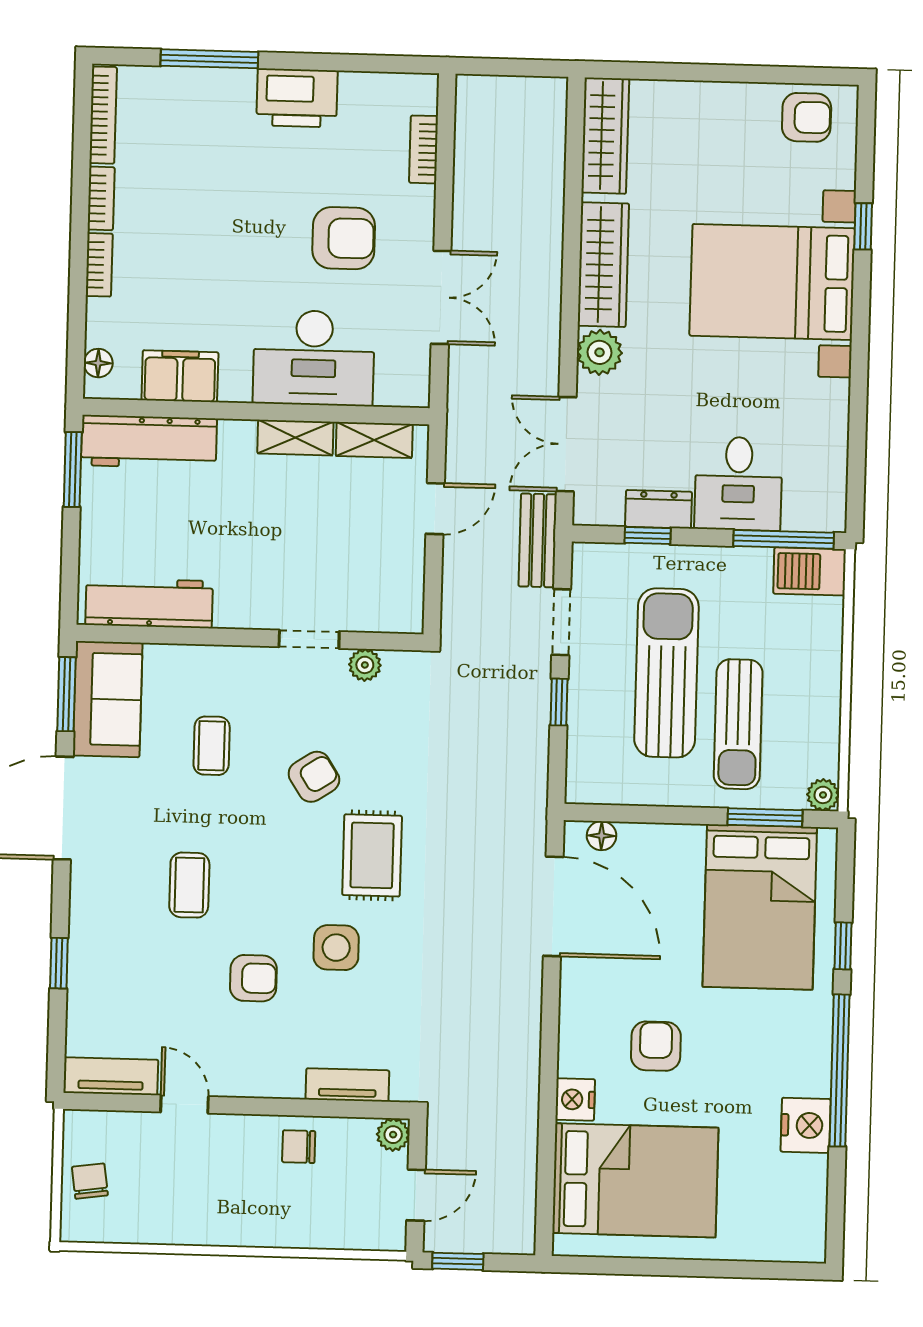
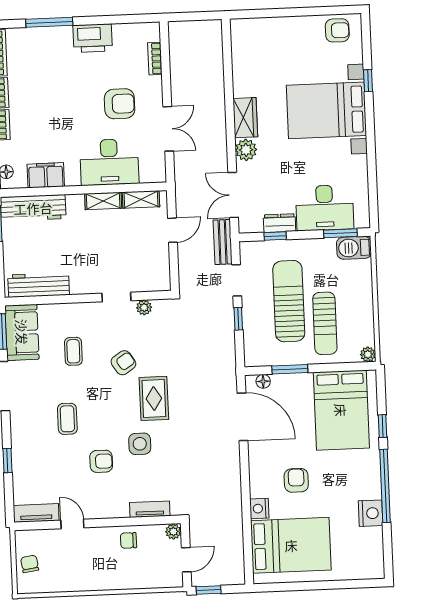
wardrobe: (605, 136) -> (241, 46), removed
wardrobe: (603, 265) -> (245, 118), width x0.67
desk: (738, 484) -> (325, 208), width x1.37
window: (784, 539) -> (340, 233), width x0.69
window: (765, 818) -> (290, 369), moved

